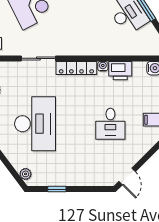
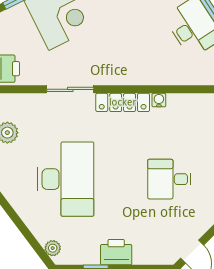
printer: (120, 71) -> (116, 252), moved, turned 180
desk: (110, 124) -> (169, 179), turned 90

